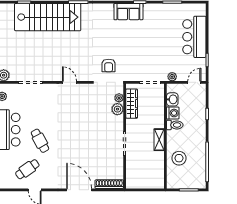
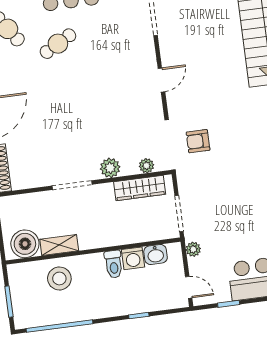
plant: (117, 109) -> (110, 168), moved
shelving: (159, 140) -> (59, 245), moved
boiler: (156, 176) -> (25, 244), added

